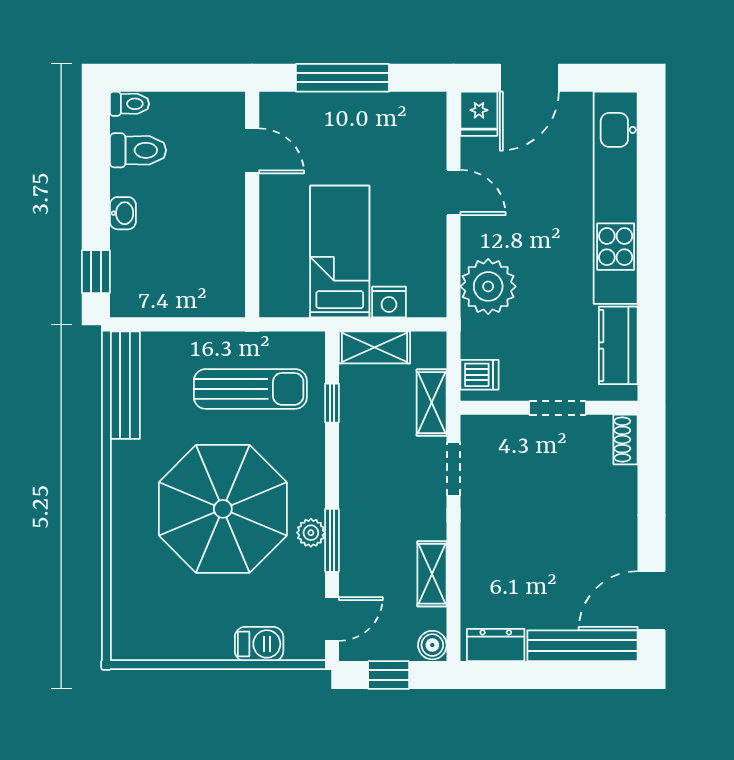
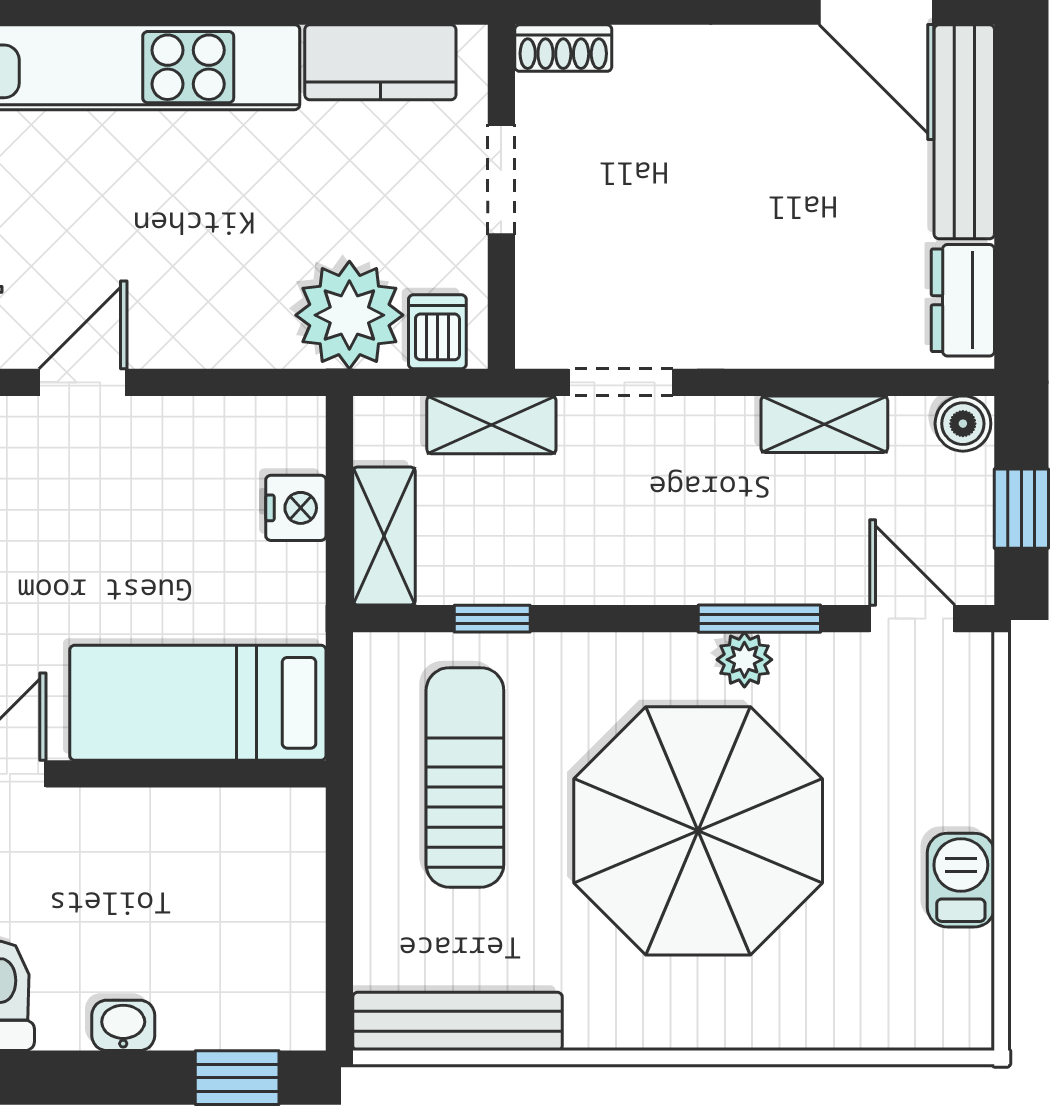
bed: (340, 252) -> (198, 703), moved
plant: (488, 286) -> (349, 315), moved
barbecue: (259, 644) -> (961, 880), moved

